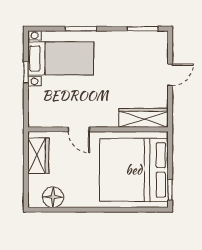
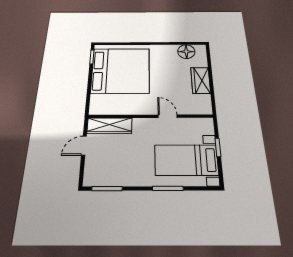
wardrobe: (144, 118) -> (110, 126), moved
door: (79, 129) -> (168, 116), moved
wall: (98, 129) -> (151, 116), moved

